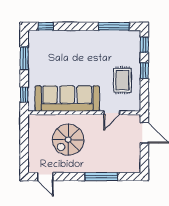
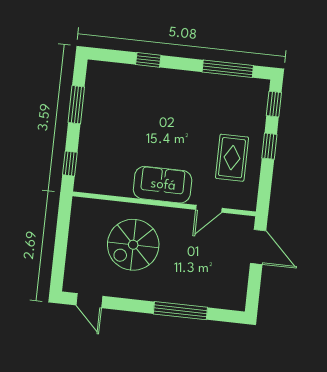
window: (46, 26) -> (148, 60), moved
sofa: (67, 98) -> (163, 185), width x0.54, depth x0.79

